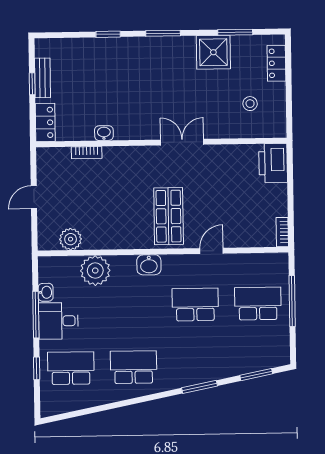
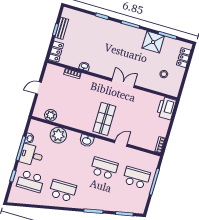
school desk: (71, 368) -> (30, 181), turned 180

